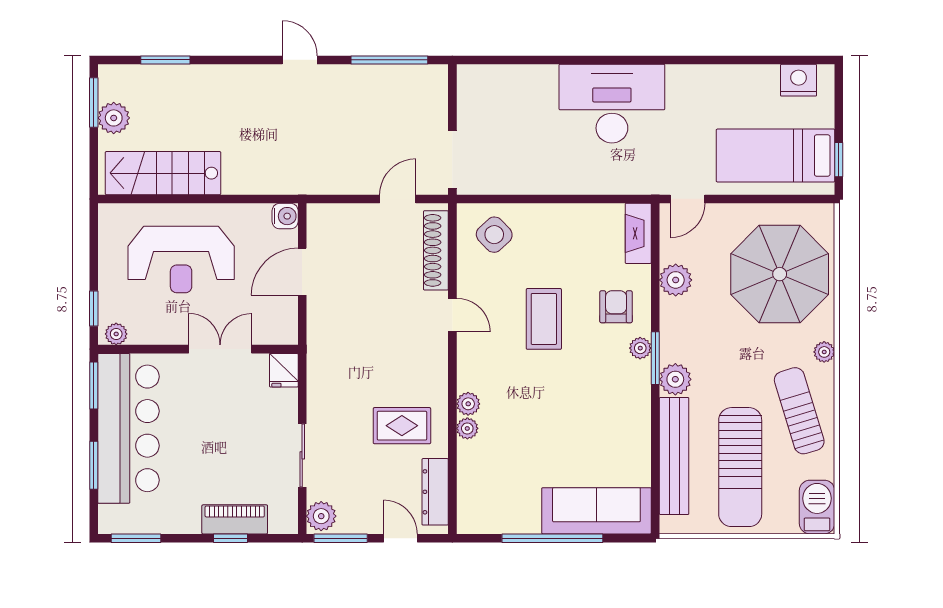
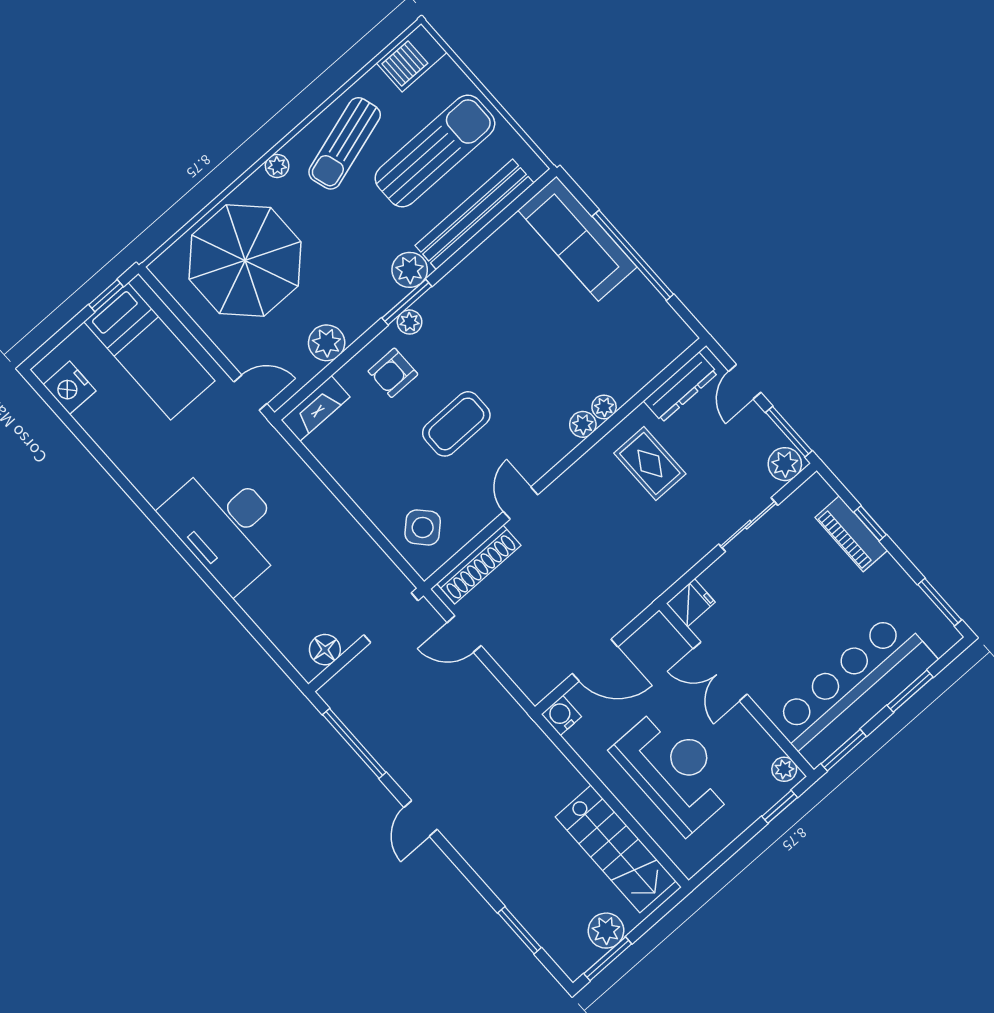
floor lamp: (470, 96) -> (325, 650), added

